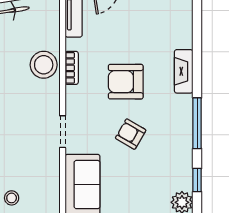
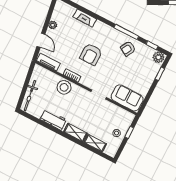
fireplace: (184, 71) -> (85, 18), moved
armchair: (131, 134) -> (128, 49), moved

